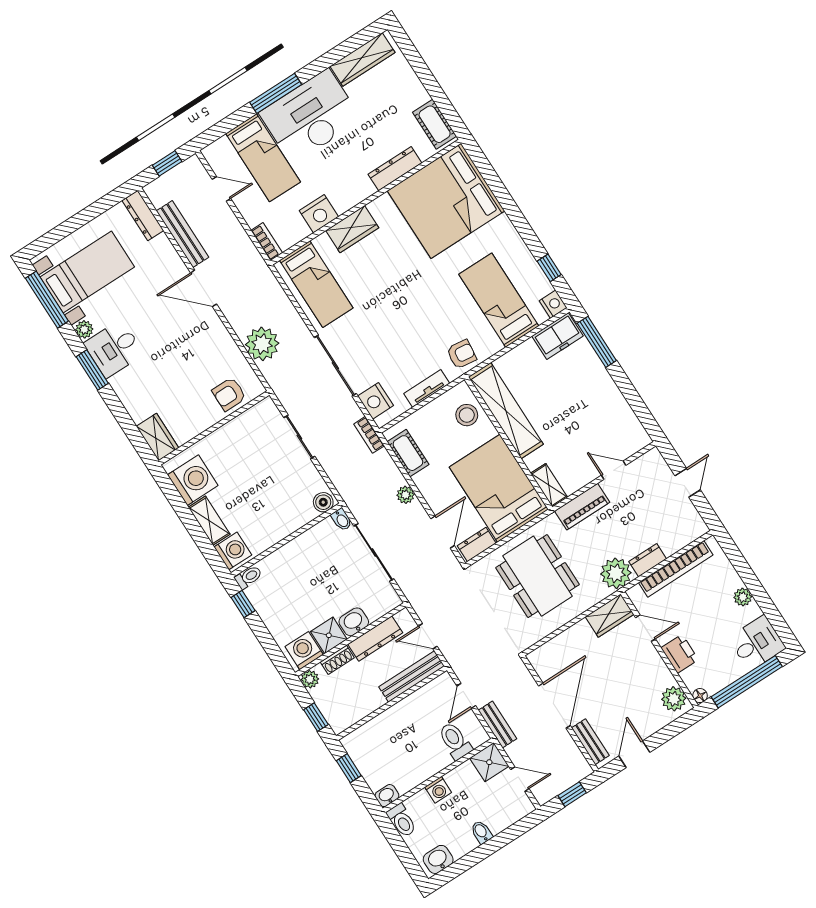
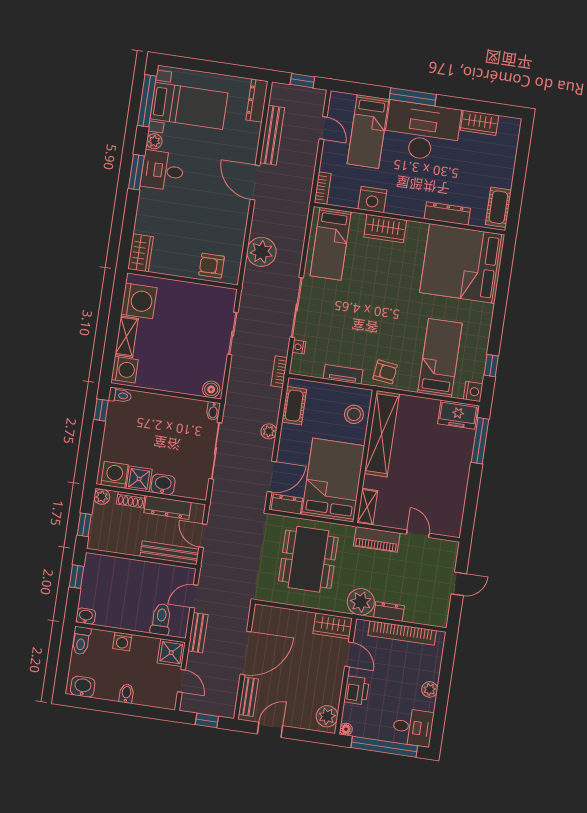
wardrobe: (363, 59) -> (480, 123), width x0.67
nightstand: (375, 401) -> (299, 347), width x0.53, depth x0.56

